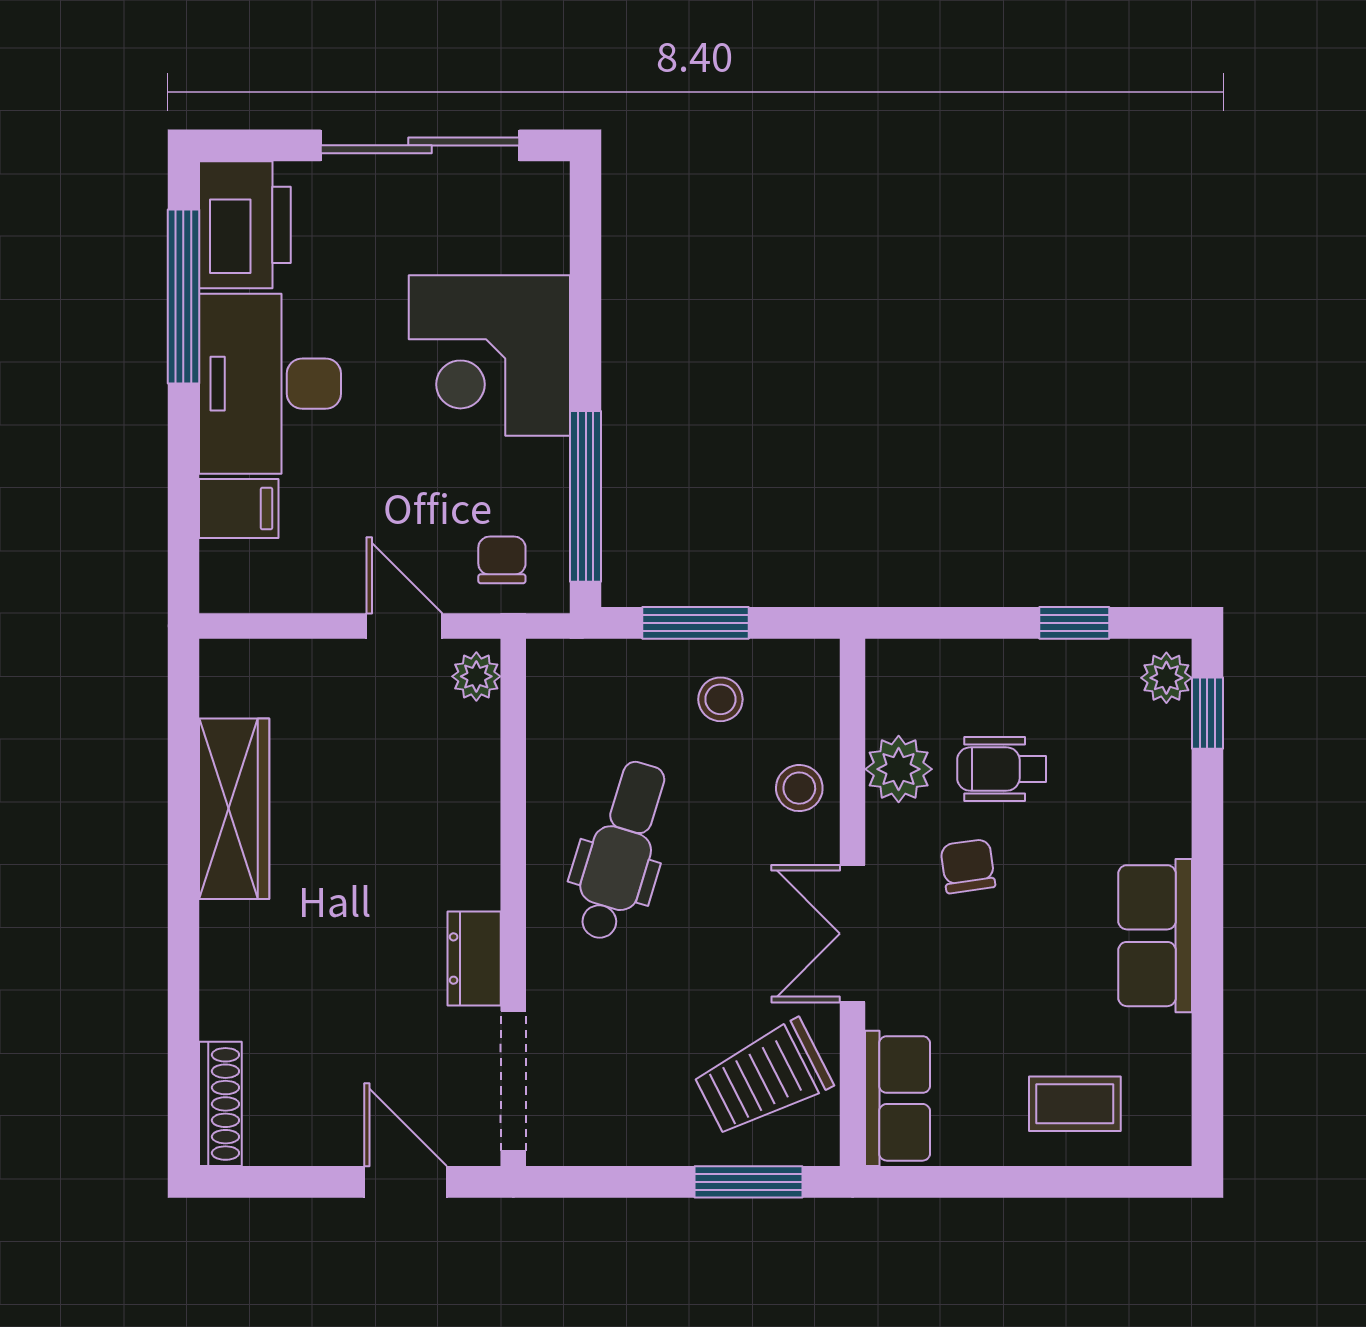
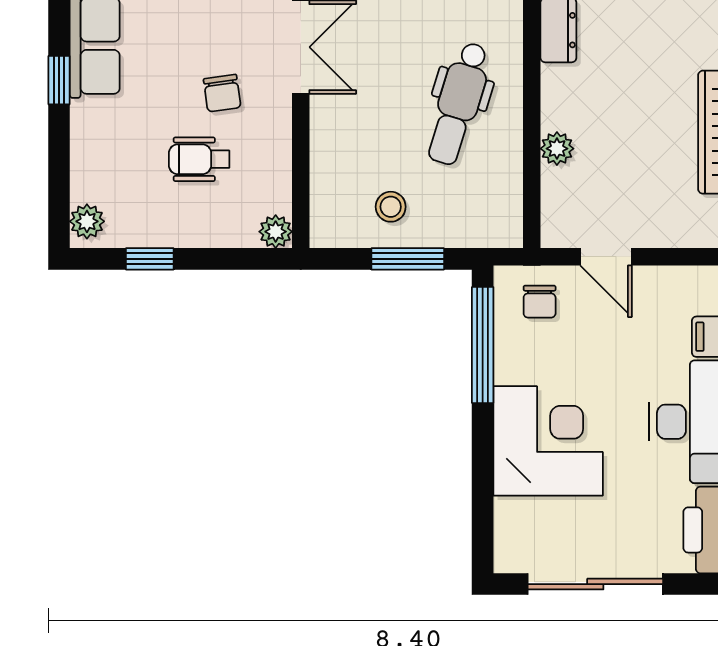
plant: (476, 676) -> (557, 149), moved
window: (1207, 713) -> (59, 80), moved
plant: (899, 769) -> (276, 232), moved, width x0.73, depth x0.73
wheelchair: (1002, 769) -> (199, 159), turned 180
stool: (799, 788) -> (337, 146), removed

